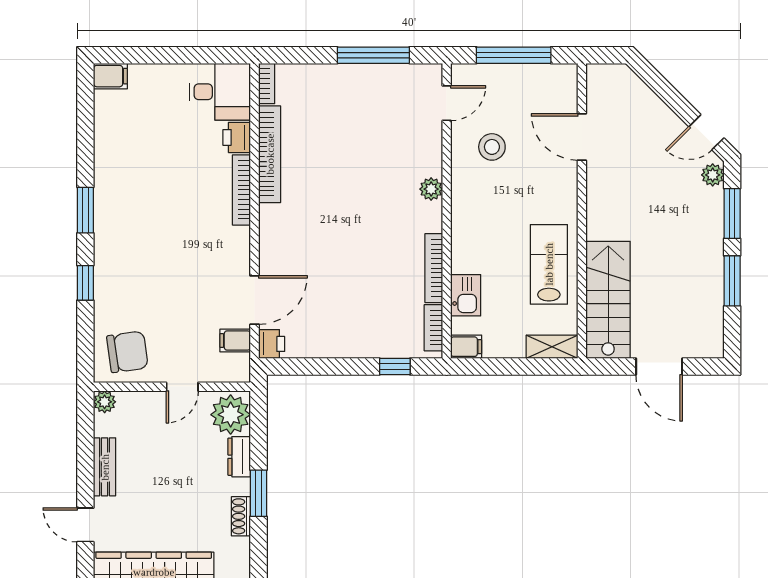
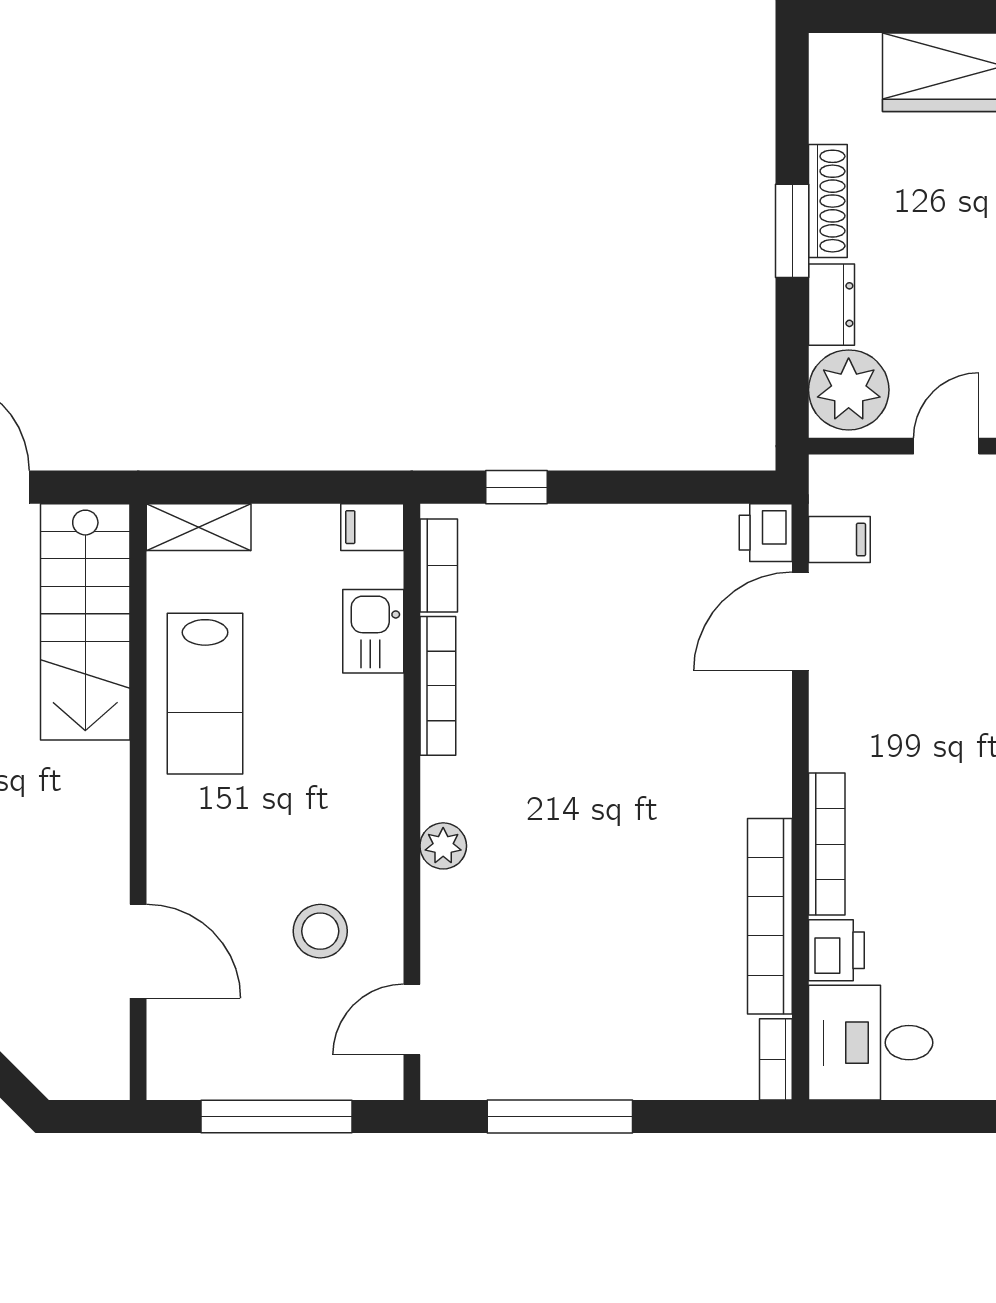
shoe rack: (241, 516) -> (828, 201), width x1.43

